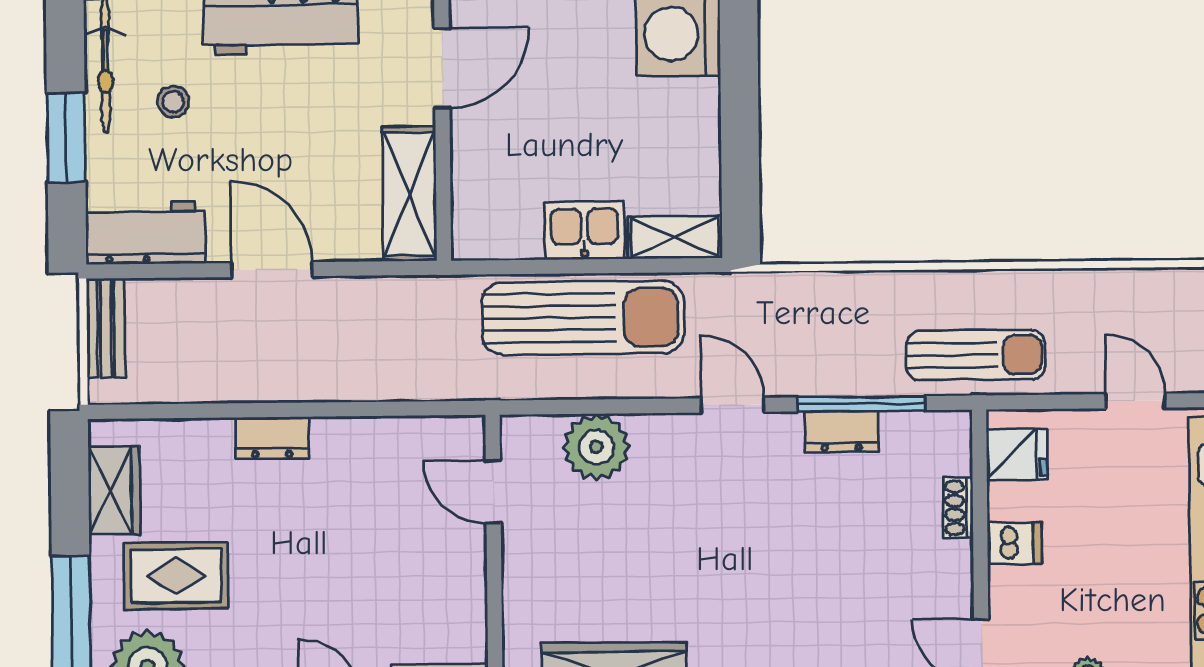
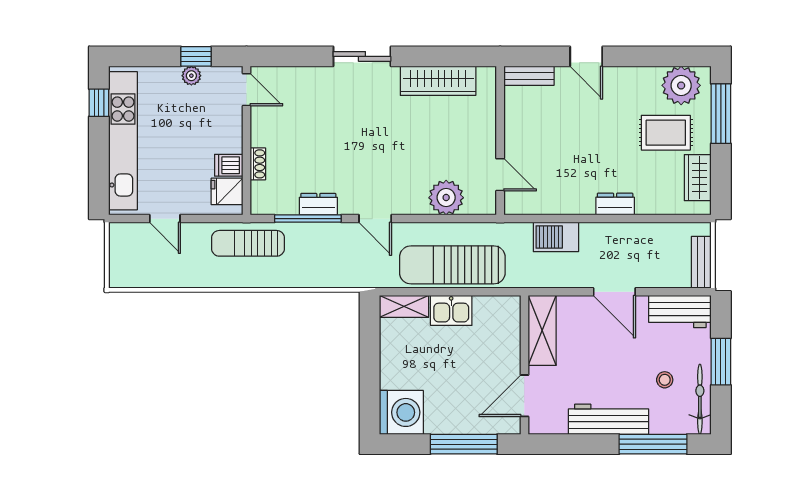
barbecue: (385, 373) -> (556, 237), added
dishwasher: (1015, 543) -> (229, 165), moved

